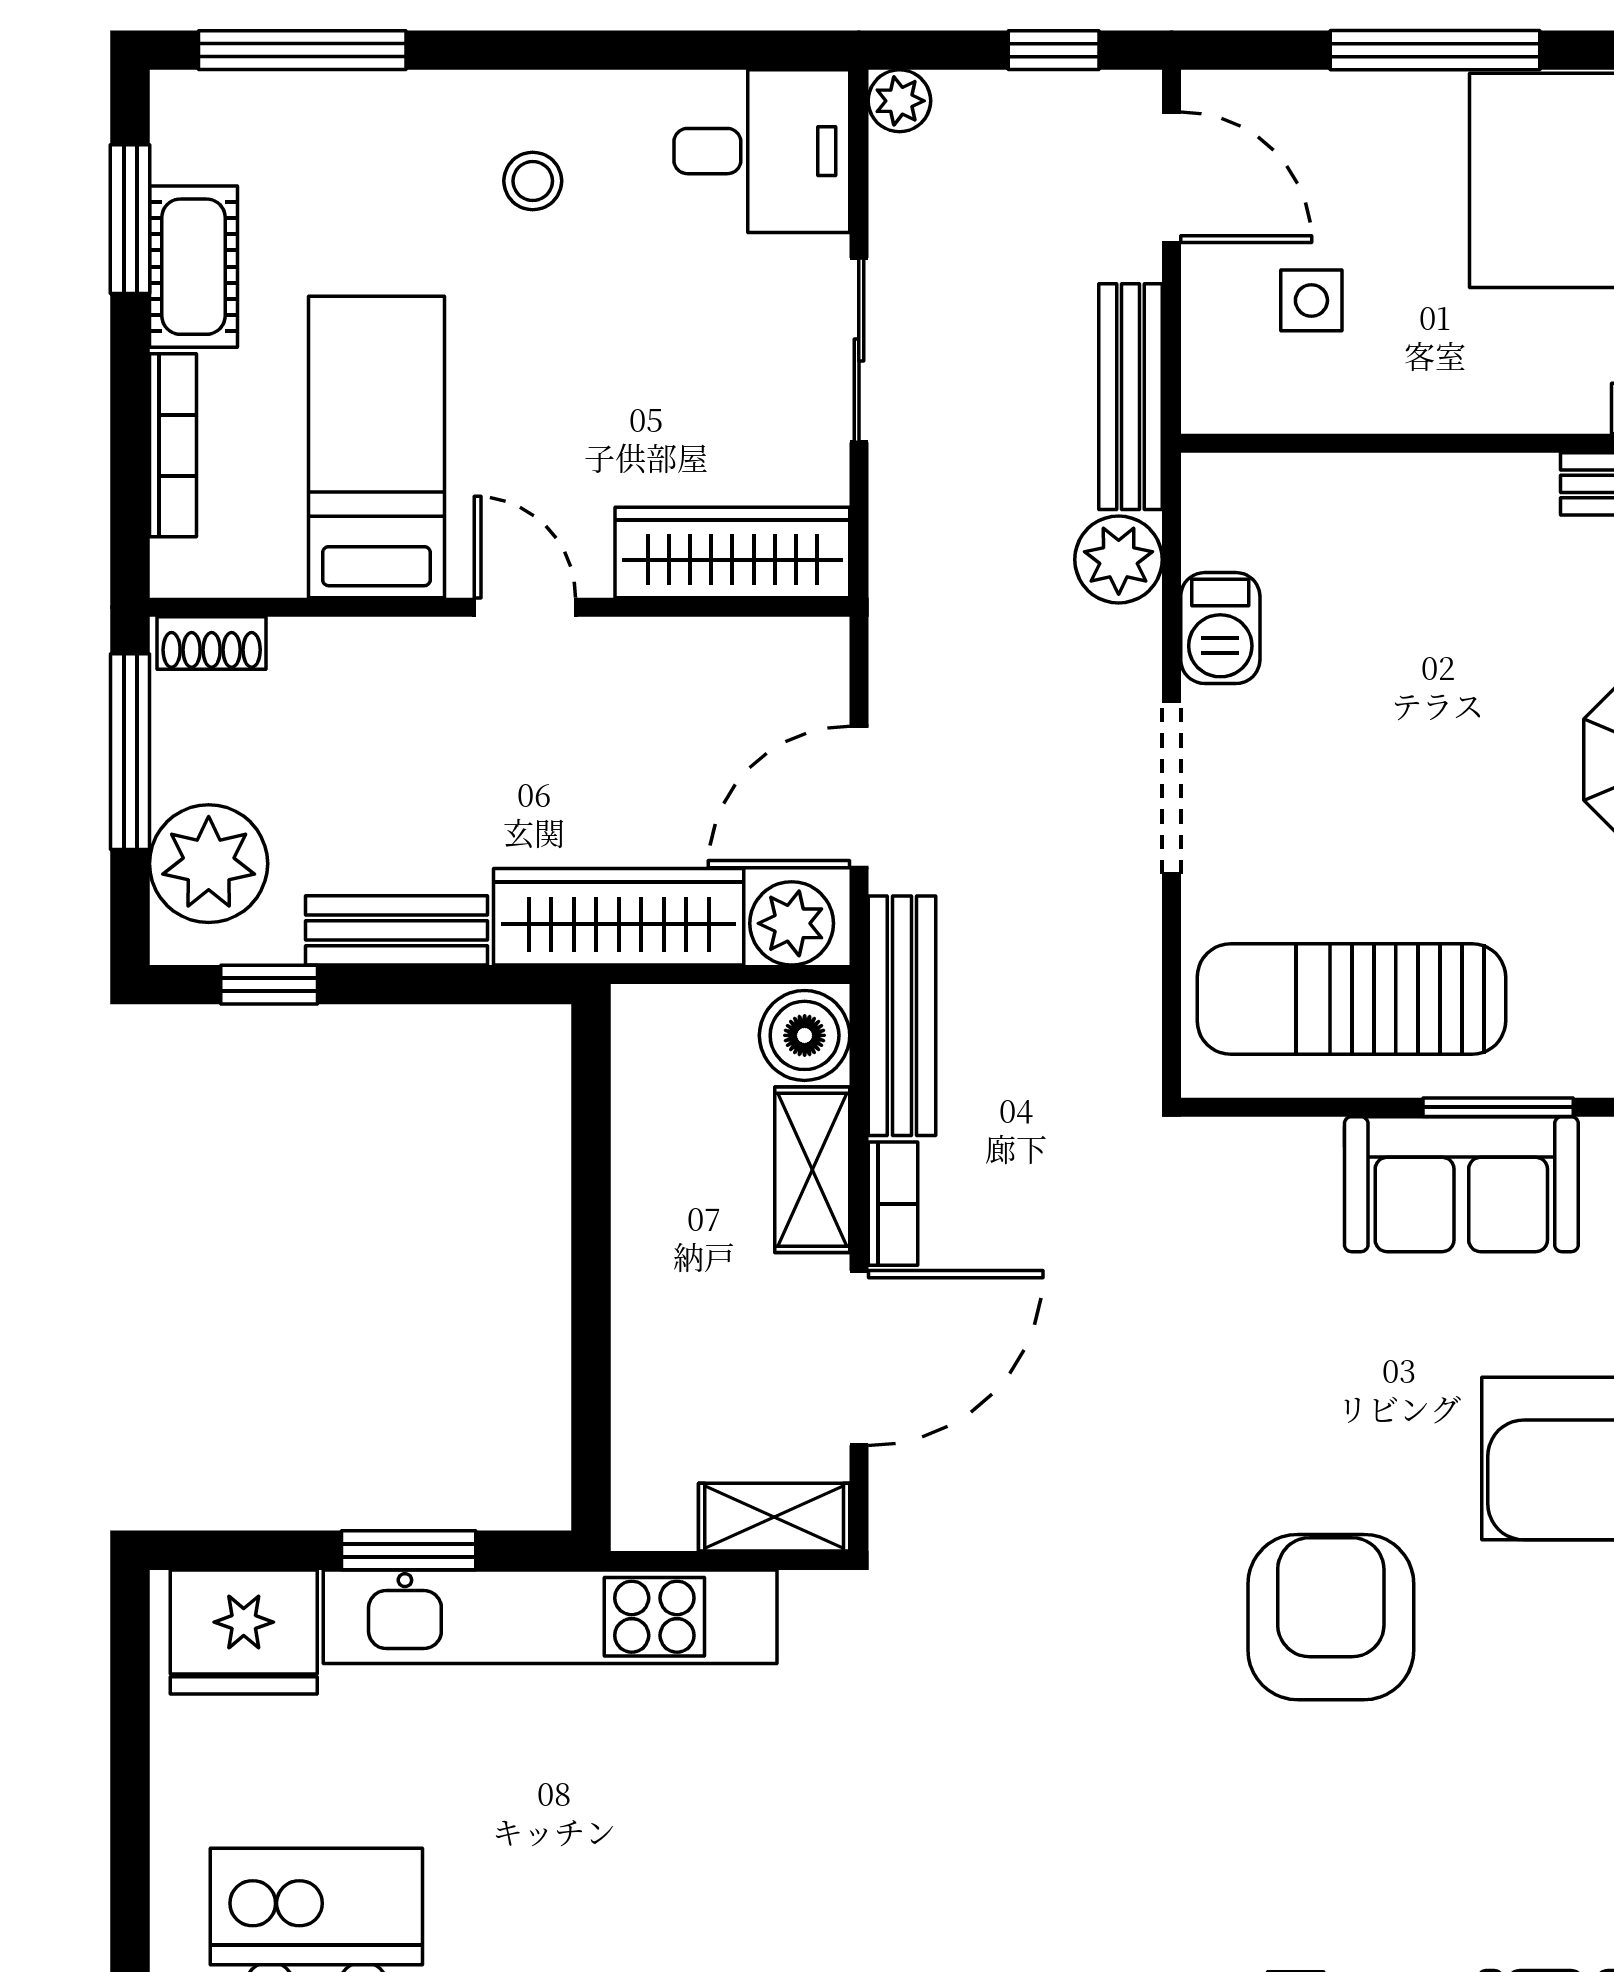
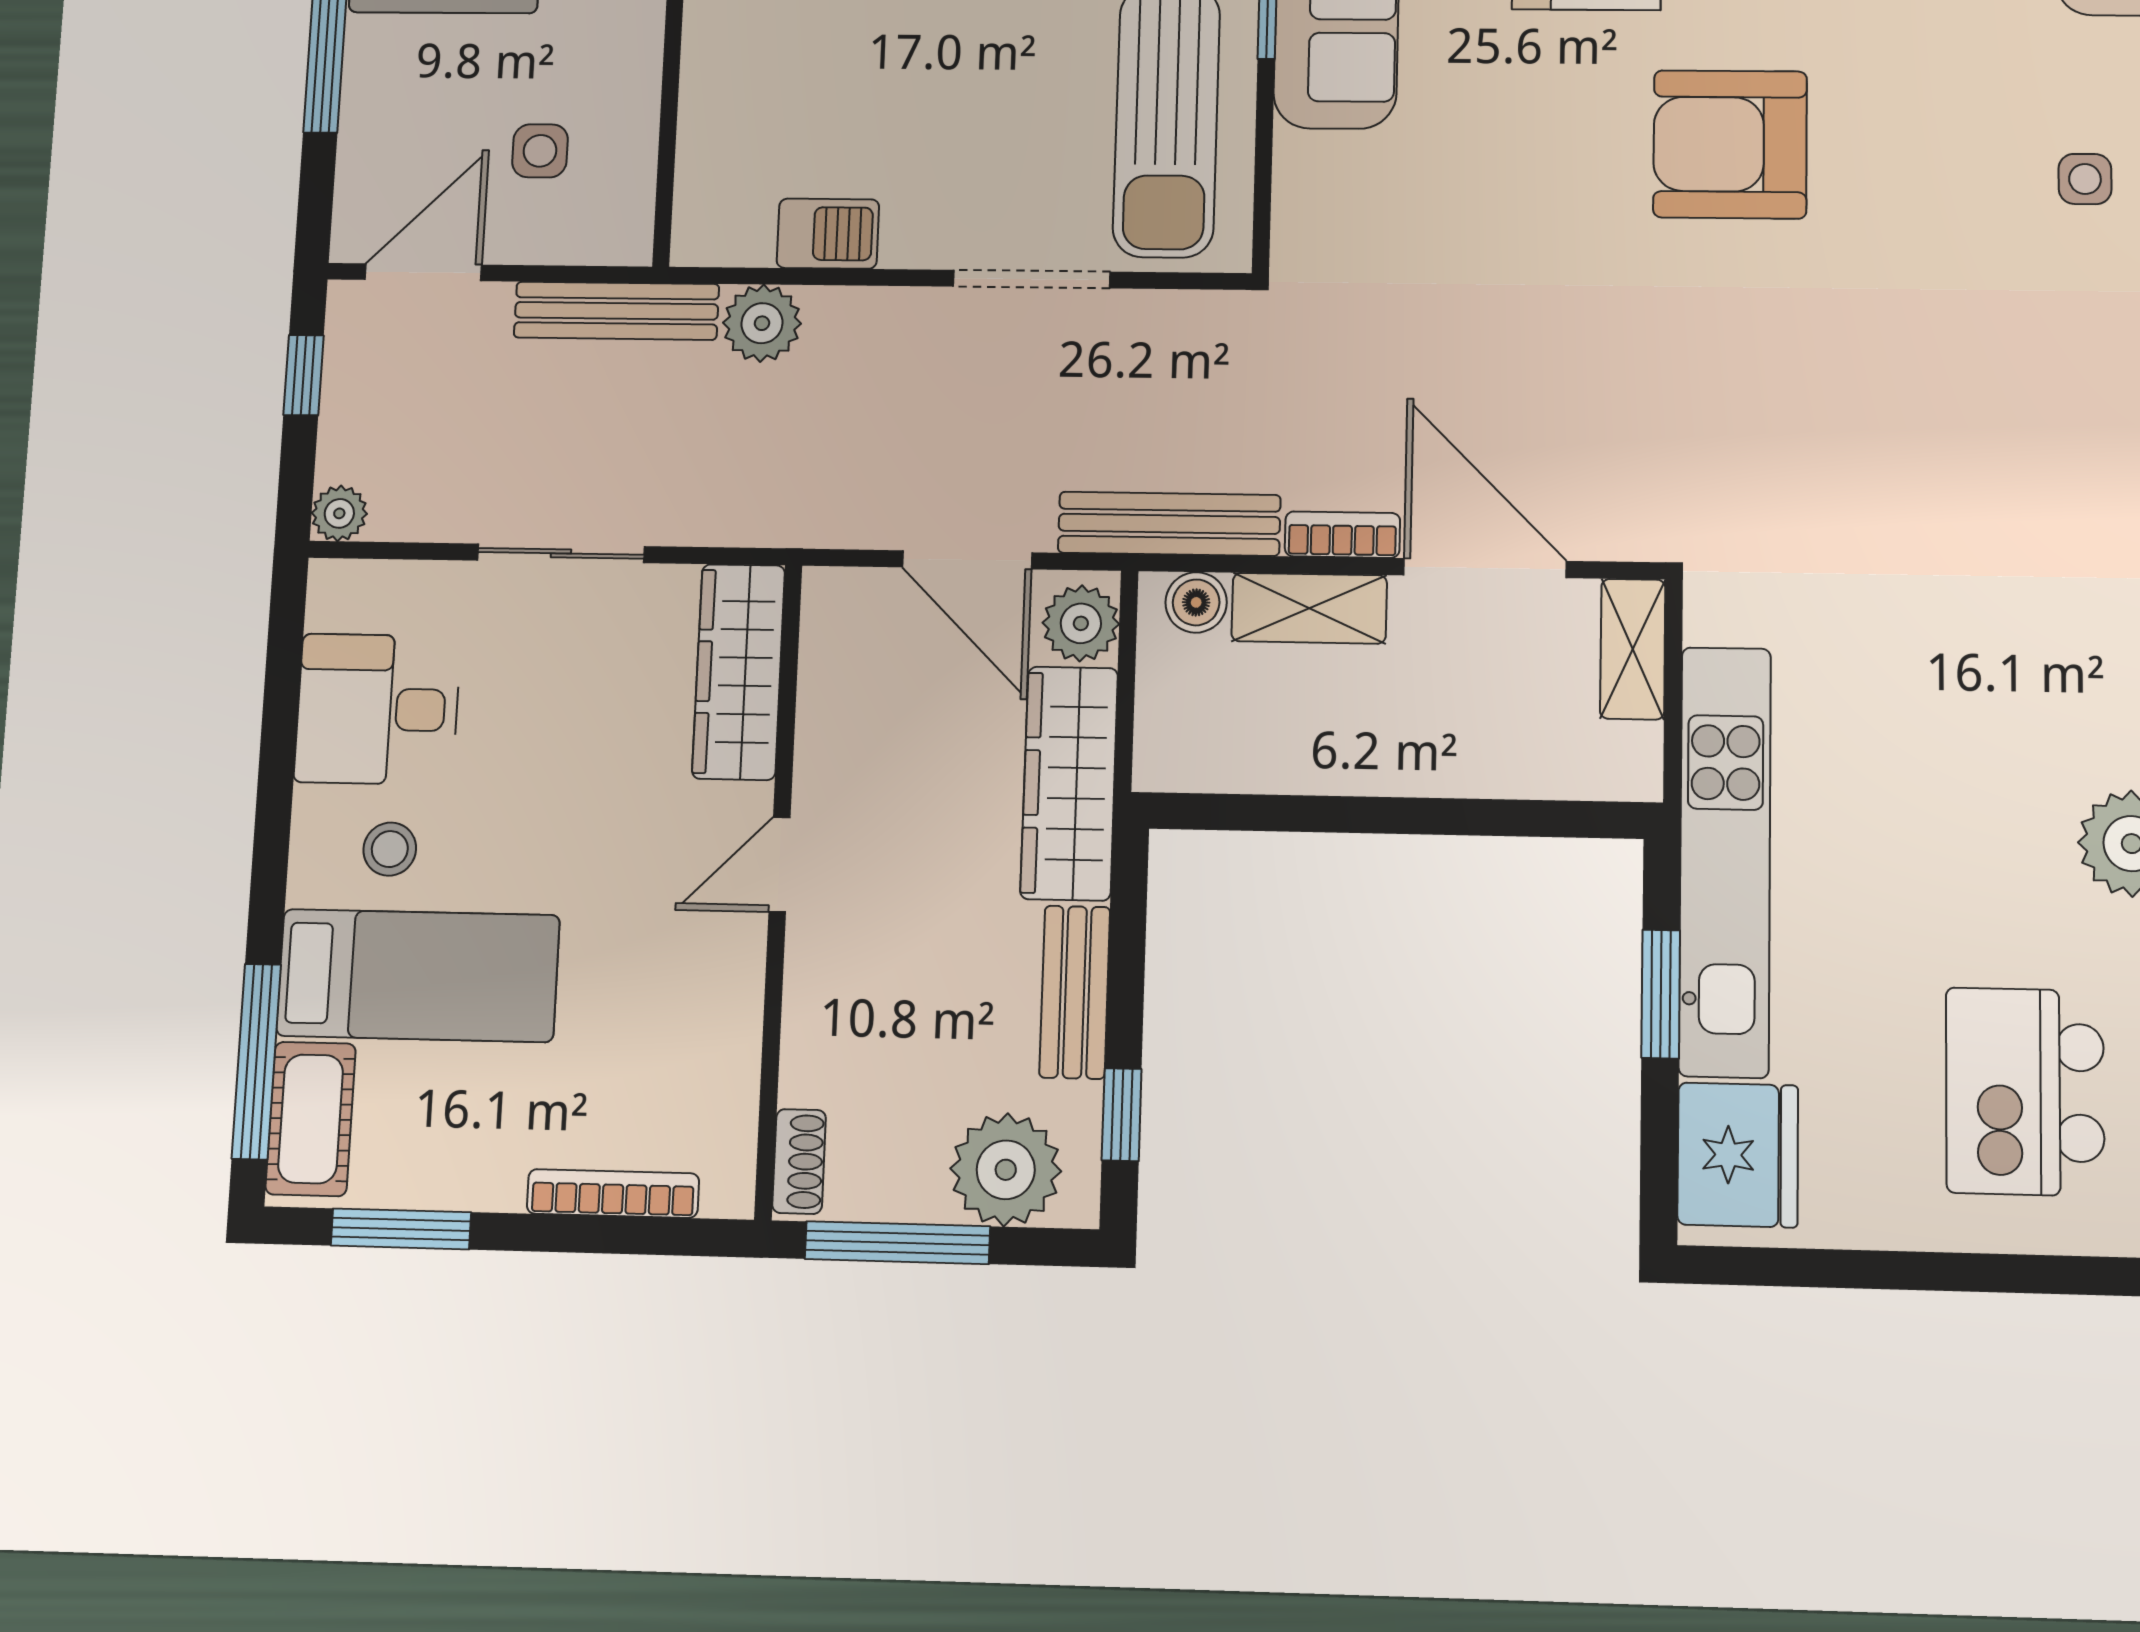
desk: (762, 151) -> (377, 709), moved, turned -90
cot: (193, 267) -> (311, 1119), moved, turned 90
bed: (376, 447) -> (418, 975), moved, turned 180
doorway: (1171, 788) -> (1032, 279), moved
boiler: (805, 1035) -> (1196, 602), width x0.73, depth x0.73

